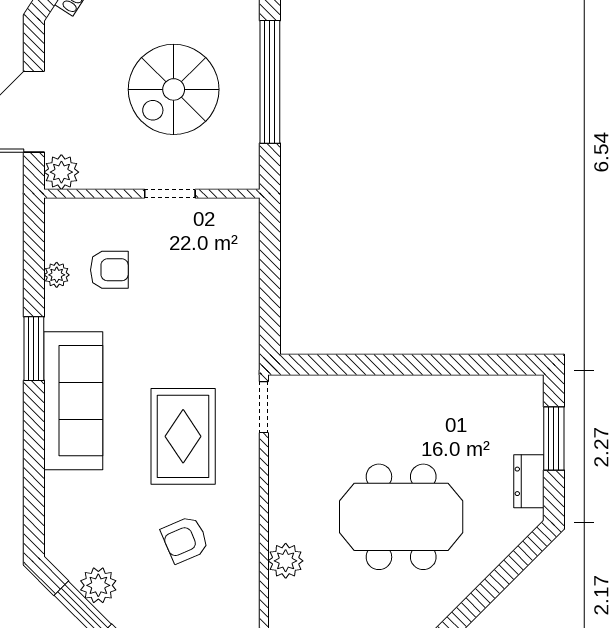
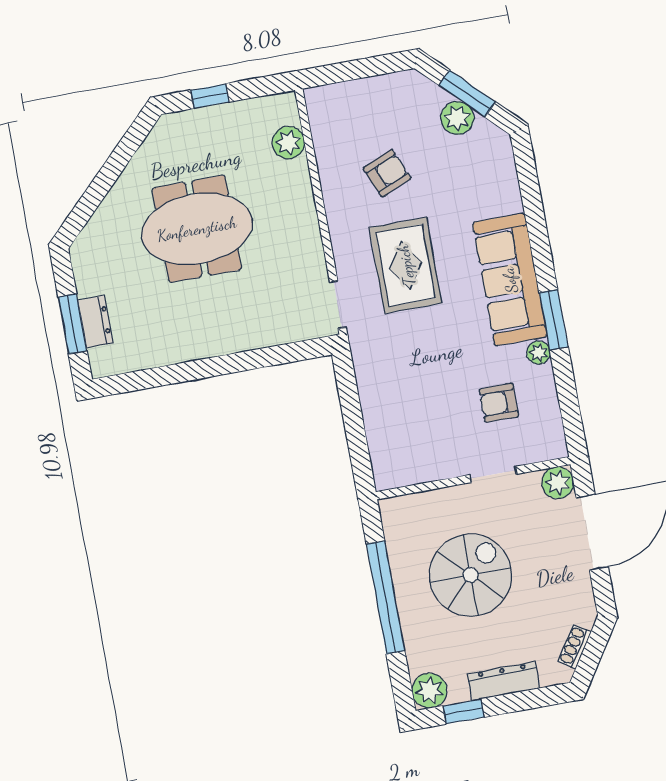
doorway: (170, 194) -> (493, 474), moved
plant: (57, 275) -> (539, 353), moved
dresser: (529, 481) -> (95, 322), moved
plant: (286, 561) -> (288, 143), moved

